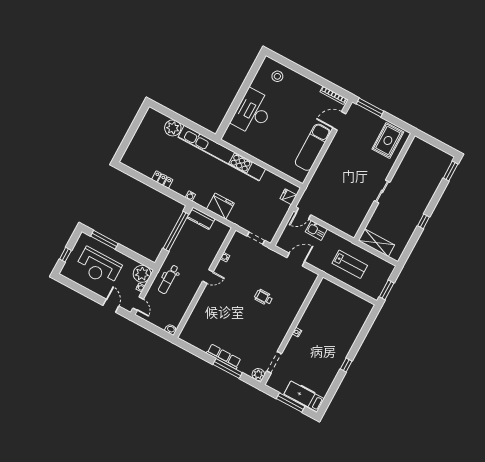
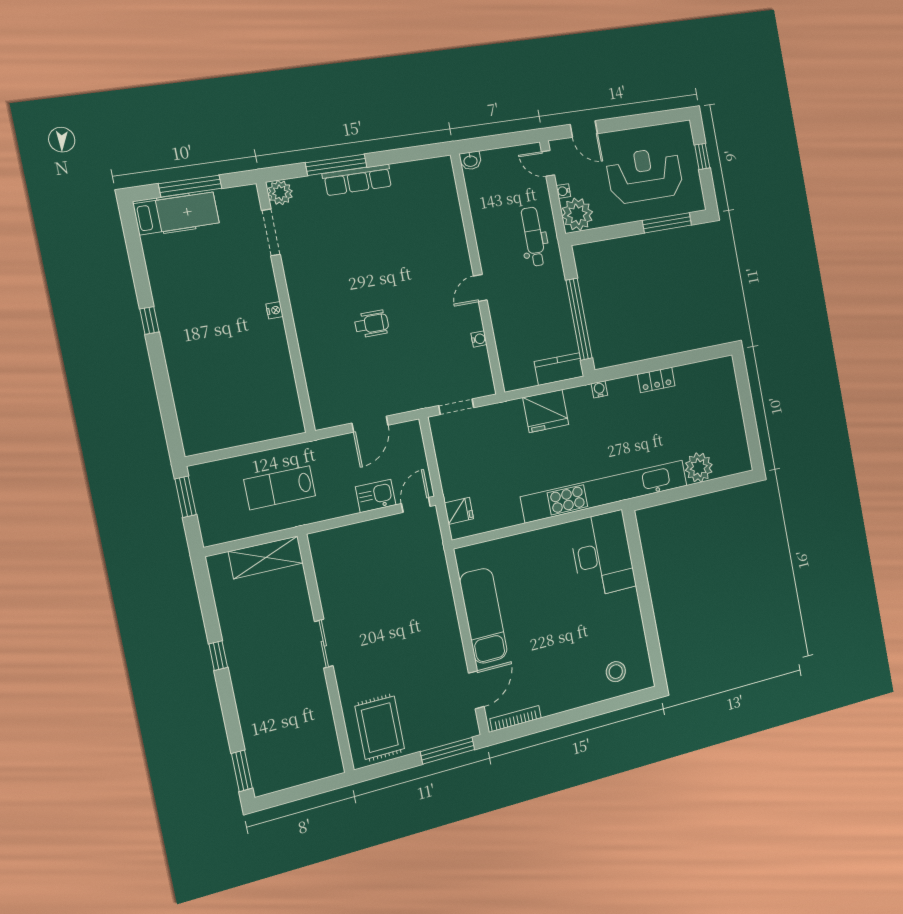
desk: (253, 112) -> (602, 554), moved

